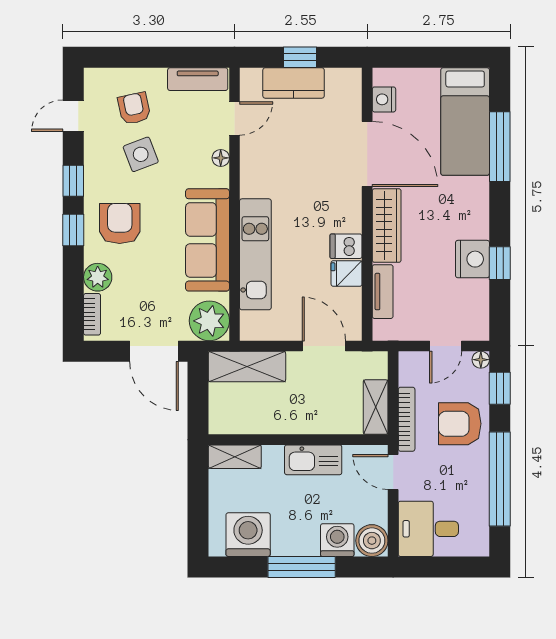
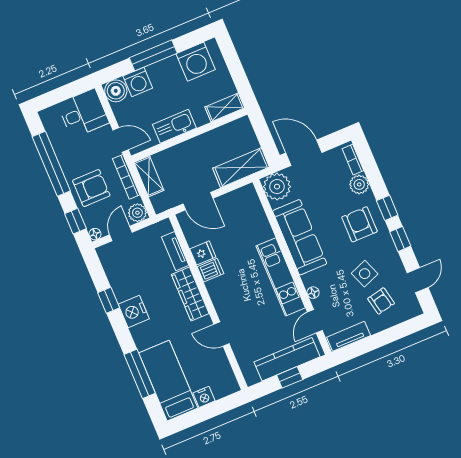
kitchen counter: (294, 83) -> (287, 359), width x1.50
nightstand: (384, 99) -> (204, 397), moved, turned 90
door: (367, 154) -> (222, 334), width x0.53
armchair: (120, 223) -> (360, 224), turned 180
kitchen unit: (255, 254) -> (281, 277), moved
nightstand: (472, 259) -> (134, 312), moved
plant: (412, 365) -> (137, 213), added

